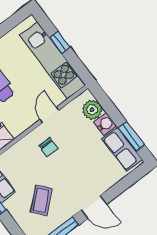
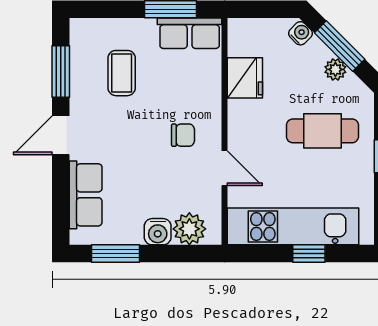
chair: (49, 147) -> (183, 135), turned 180
row of seats: (122, 149) -> (86, 195), moved, turned 90
coffee table: (41, 200) -> (122, 73), turned 42

